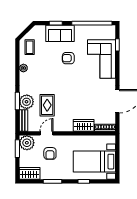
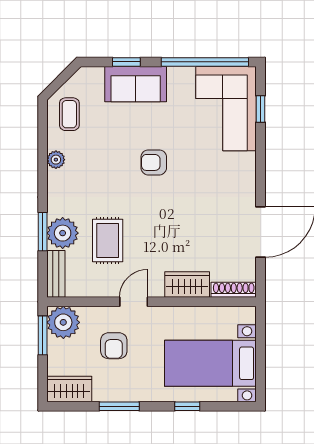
armchair: (68, 58) -> (154, 162), moved
corner sofa: (101, 59) -> (226, 109), moved
door: (46, 133) -> (134, 302), moved

